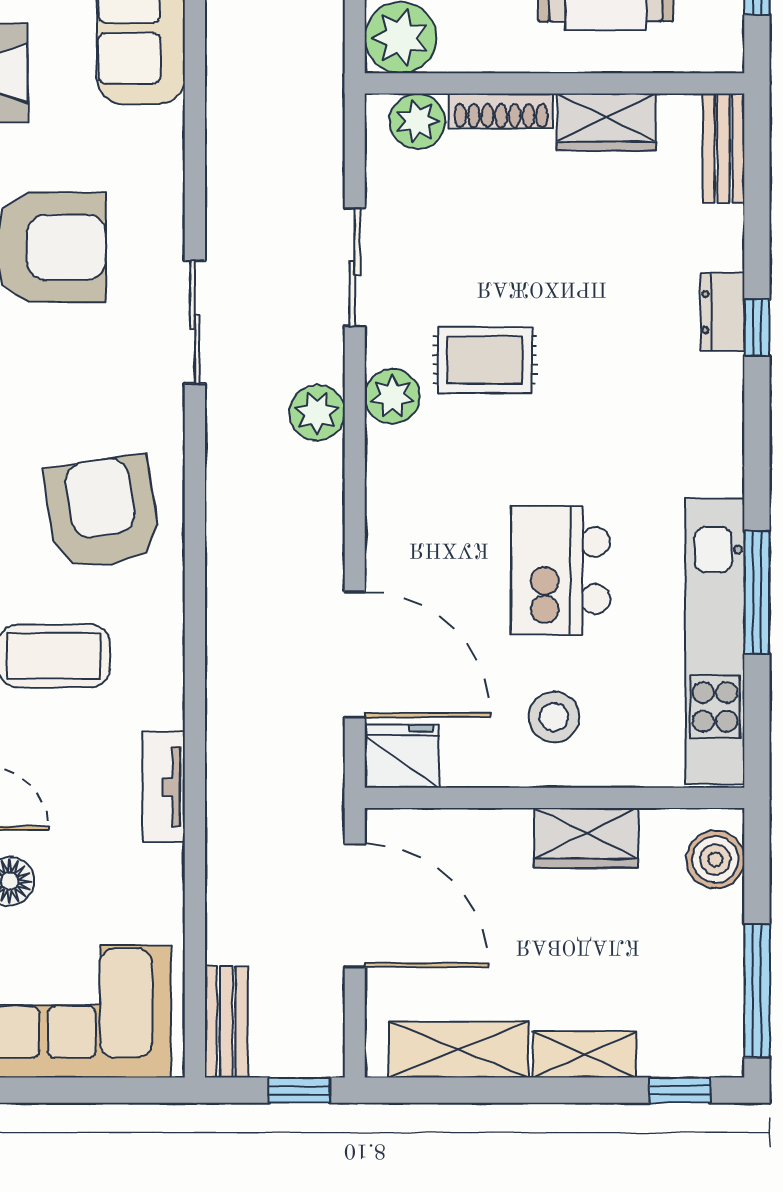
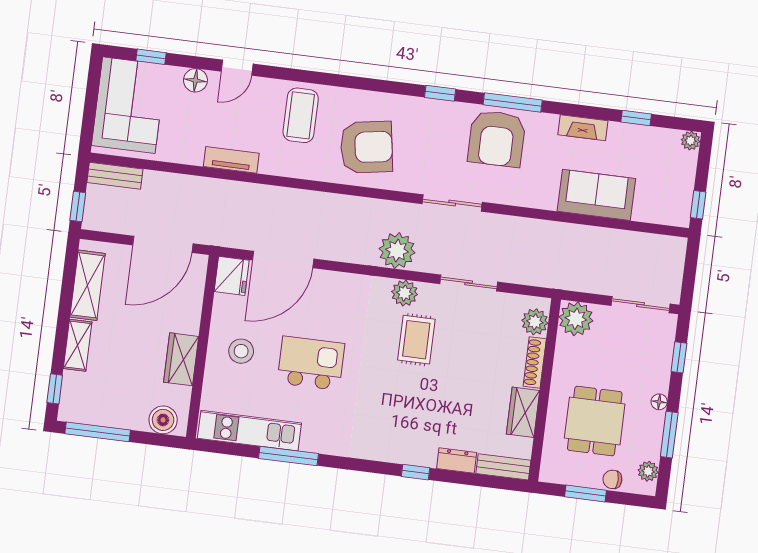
dresser: (722, 312) -> (457, 460), moved
plant: (317, 413) -> (397, 251), width x1.36, depth x1.36
kitchen unit: (715, 641) -> (249, 431), width x0.73

